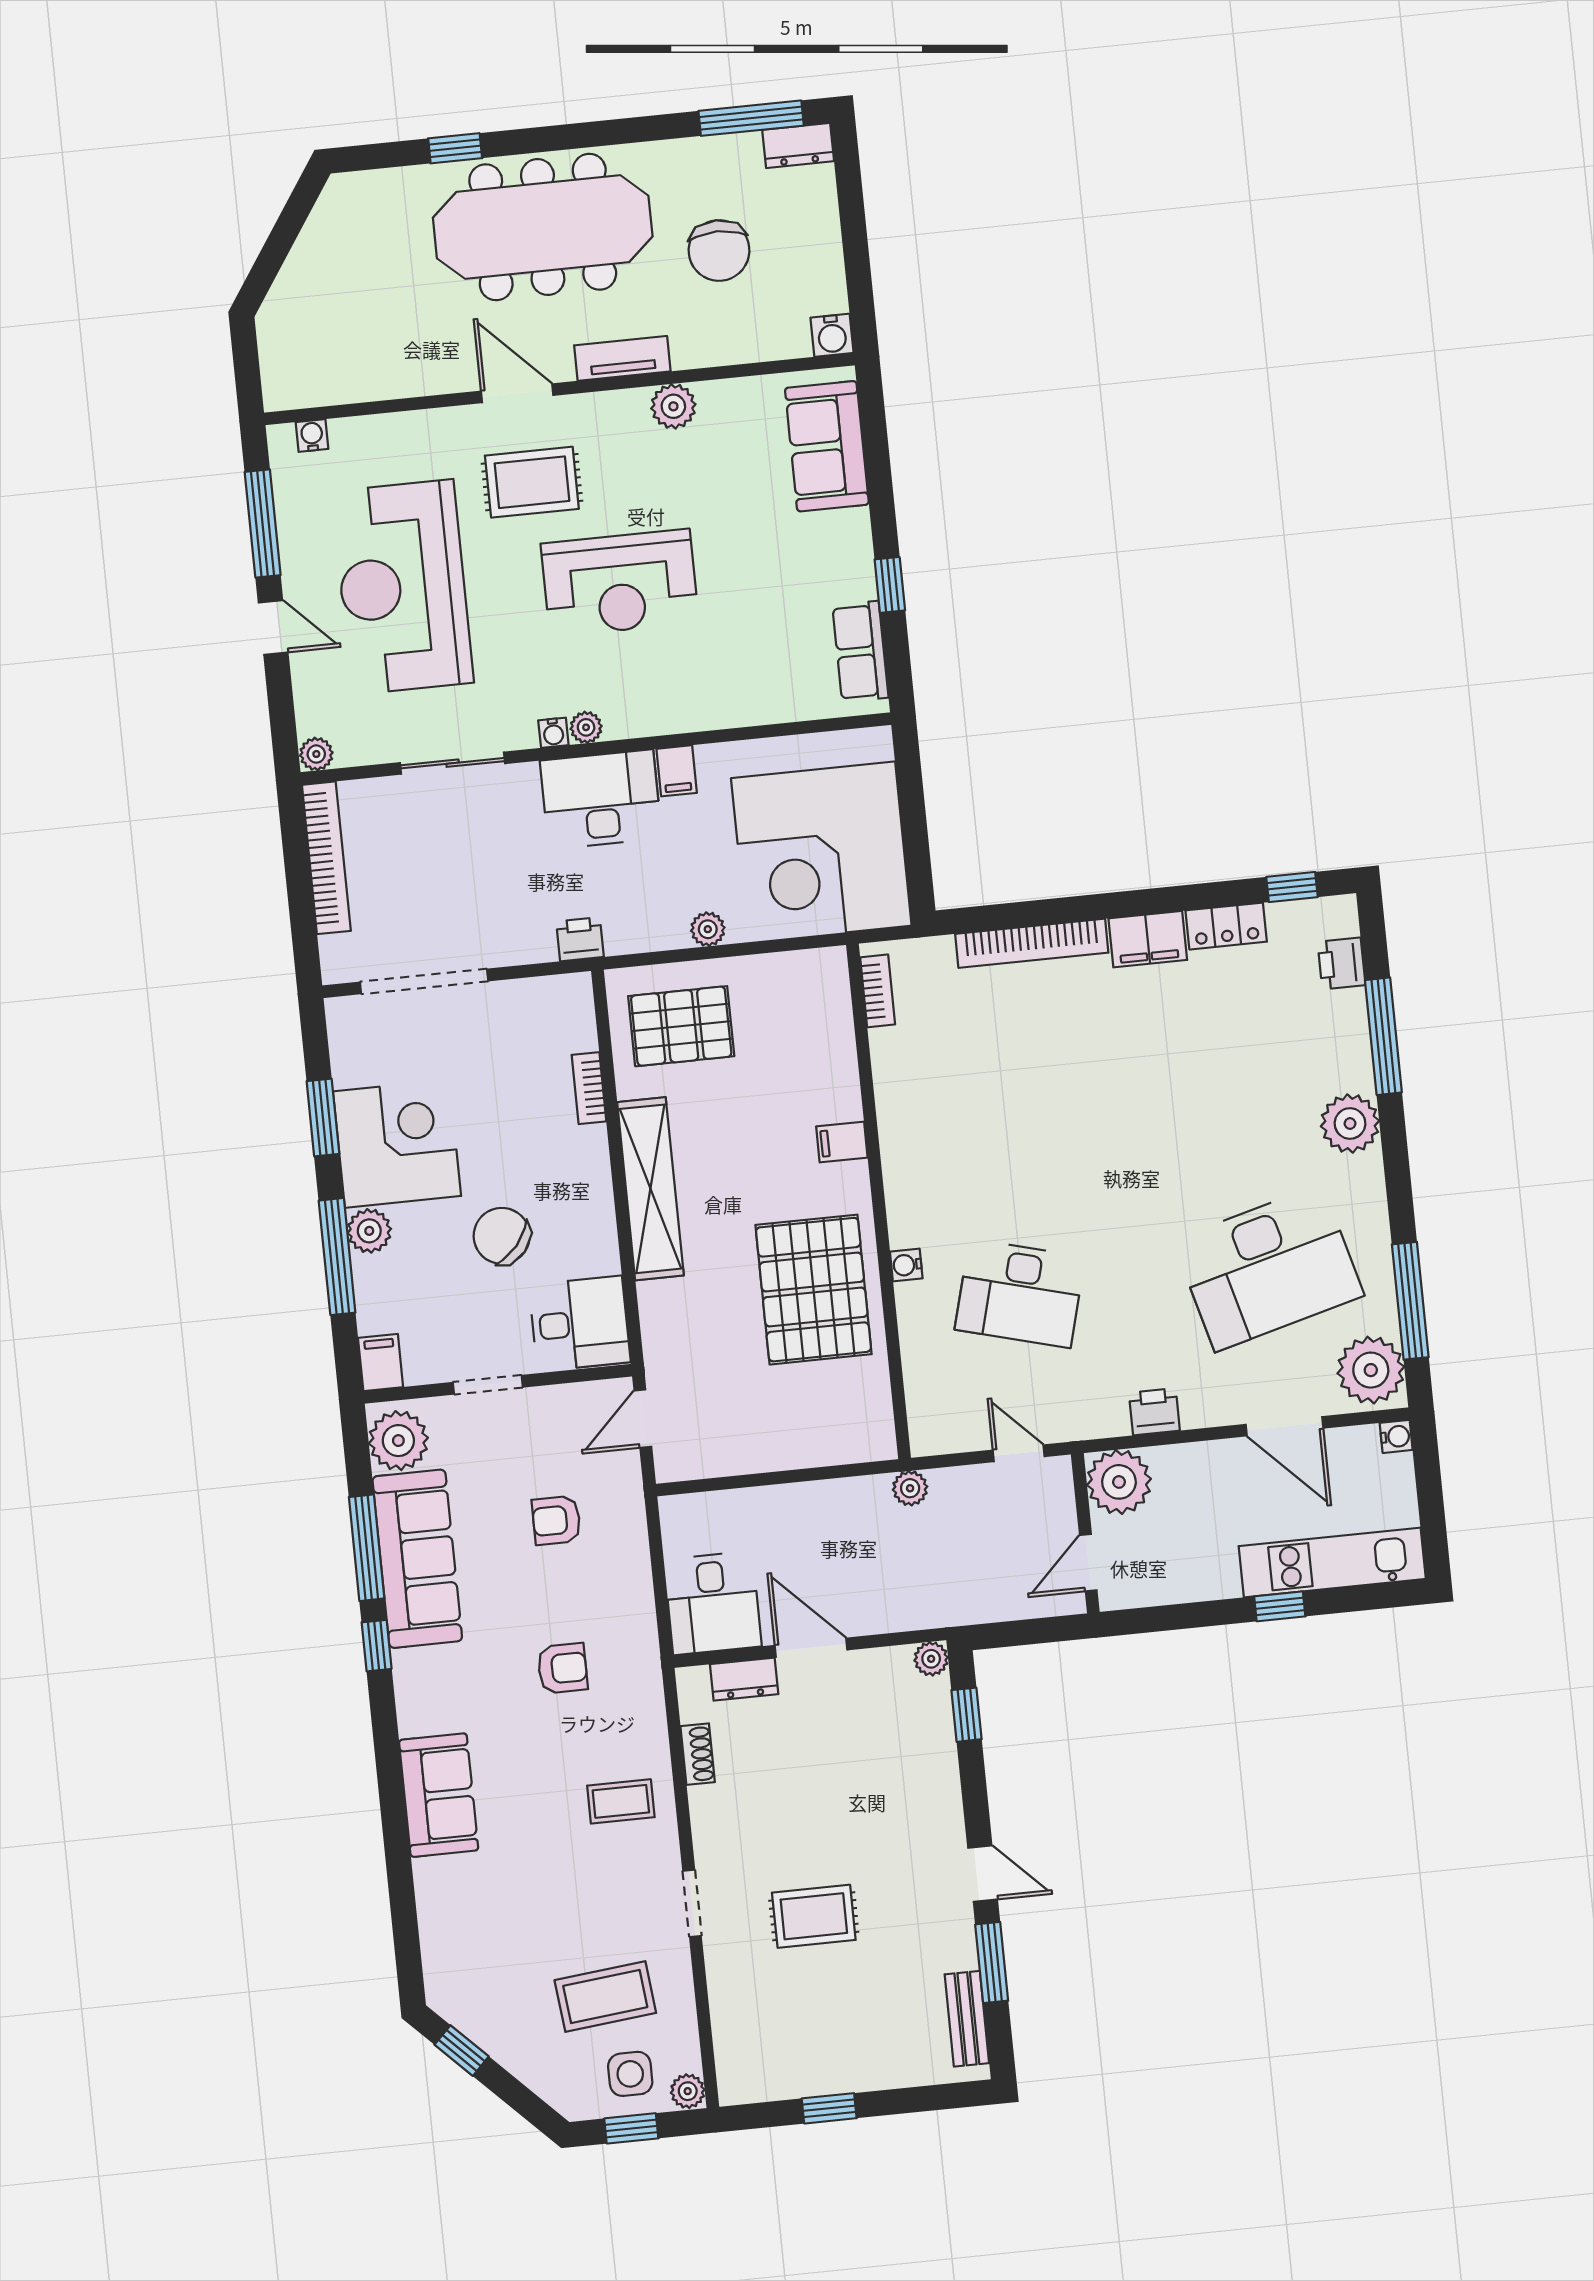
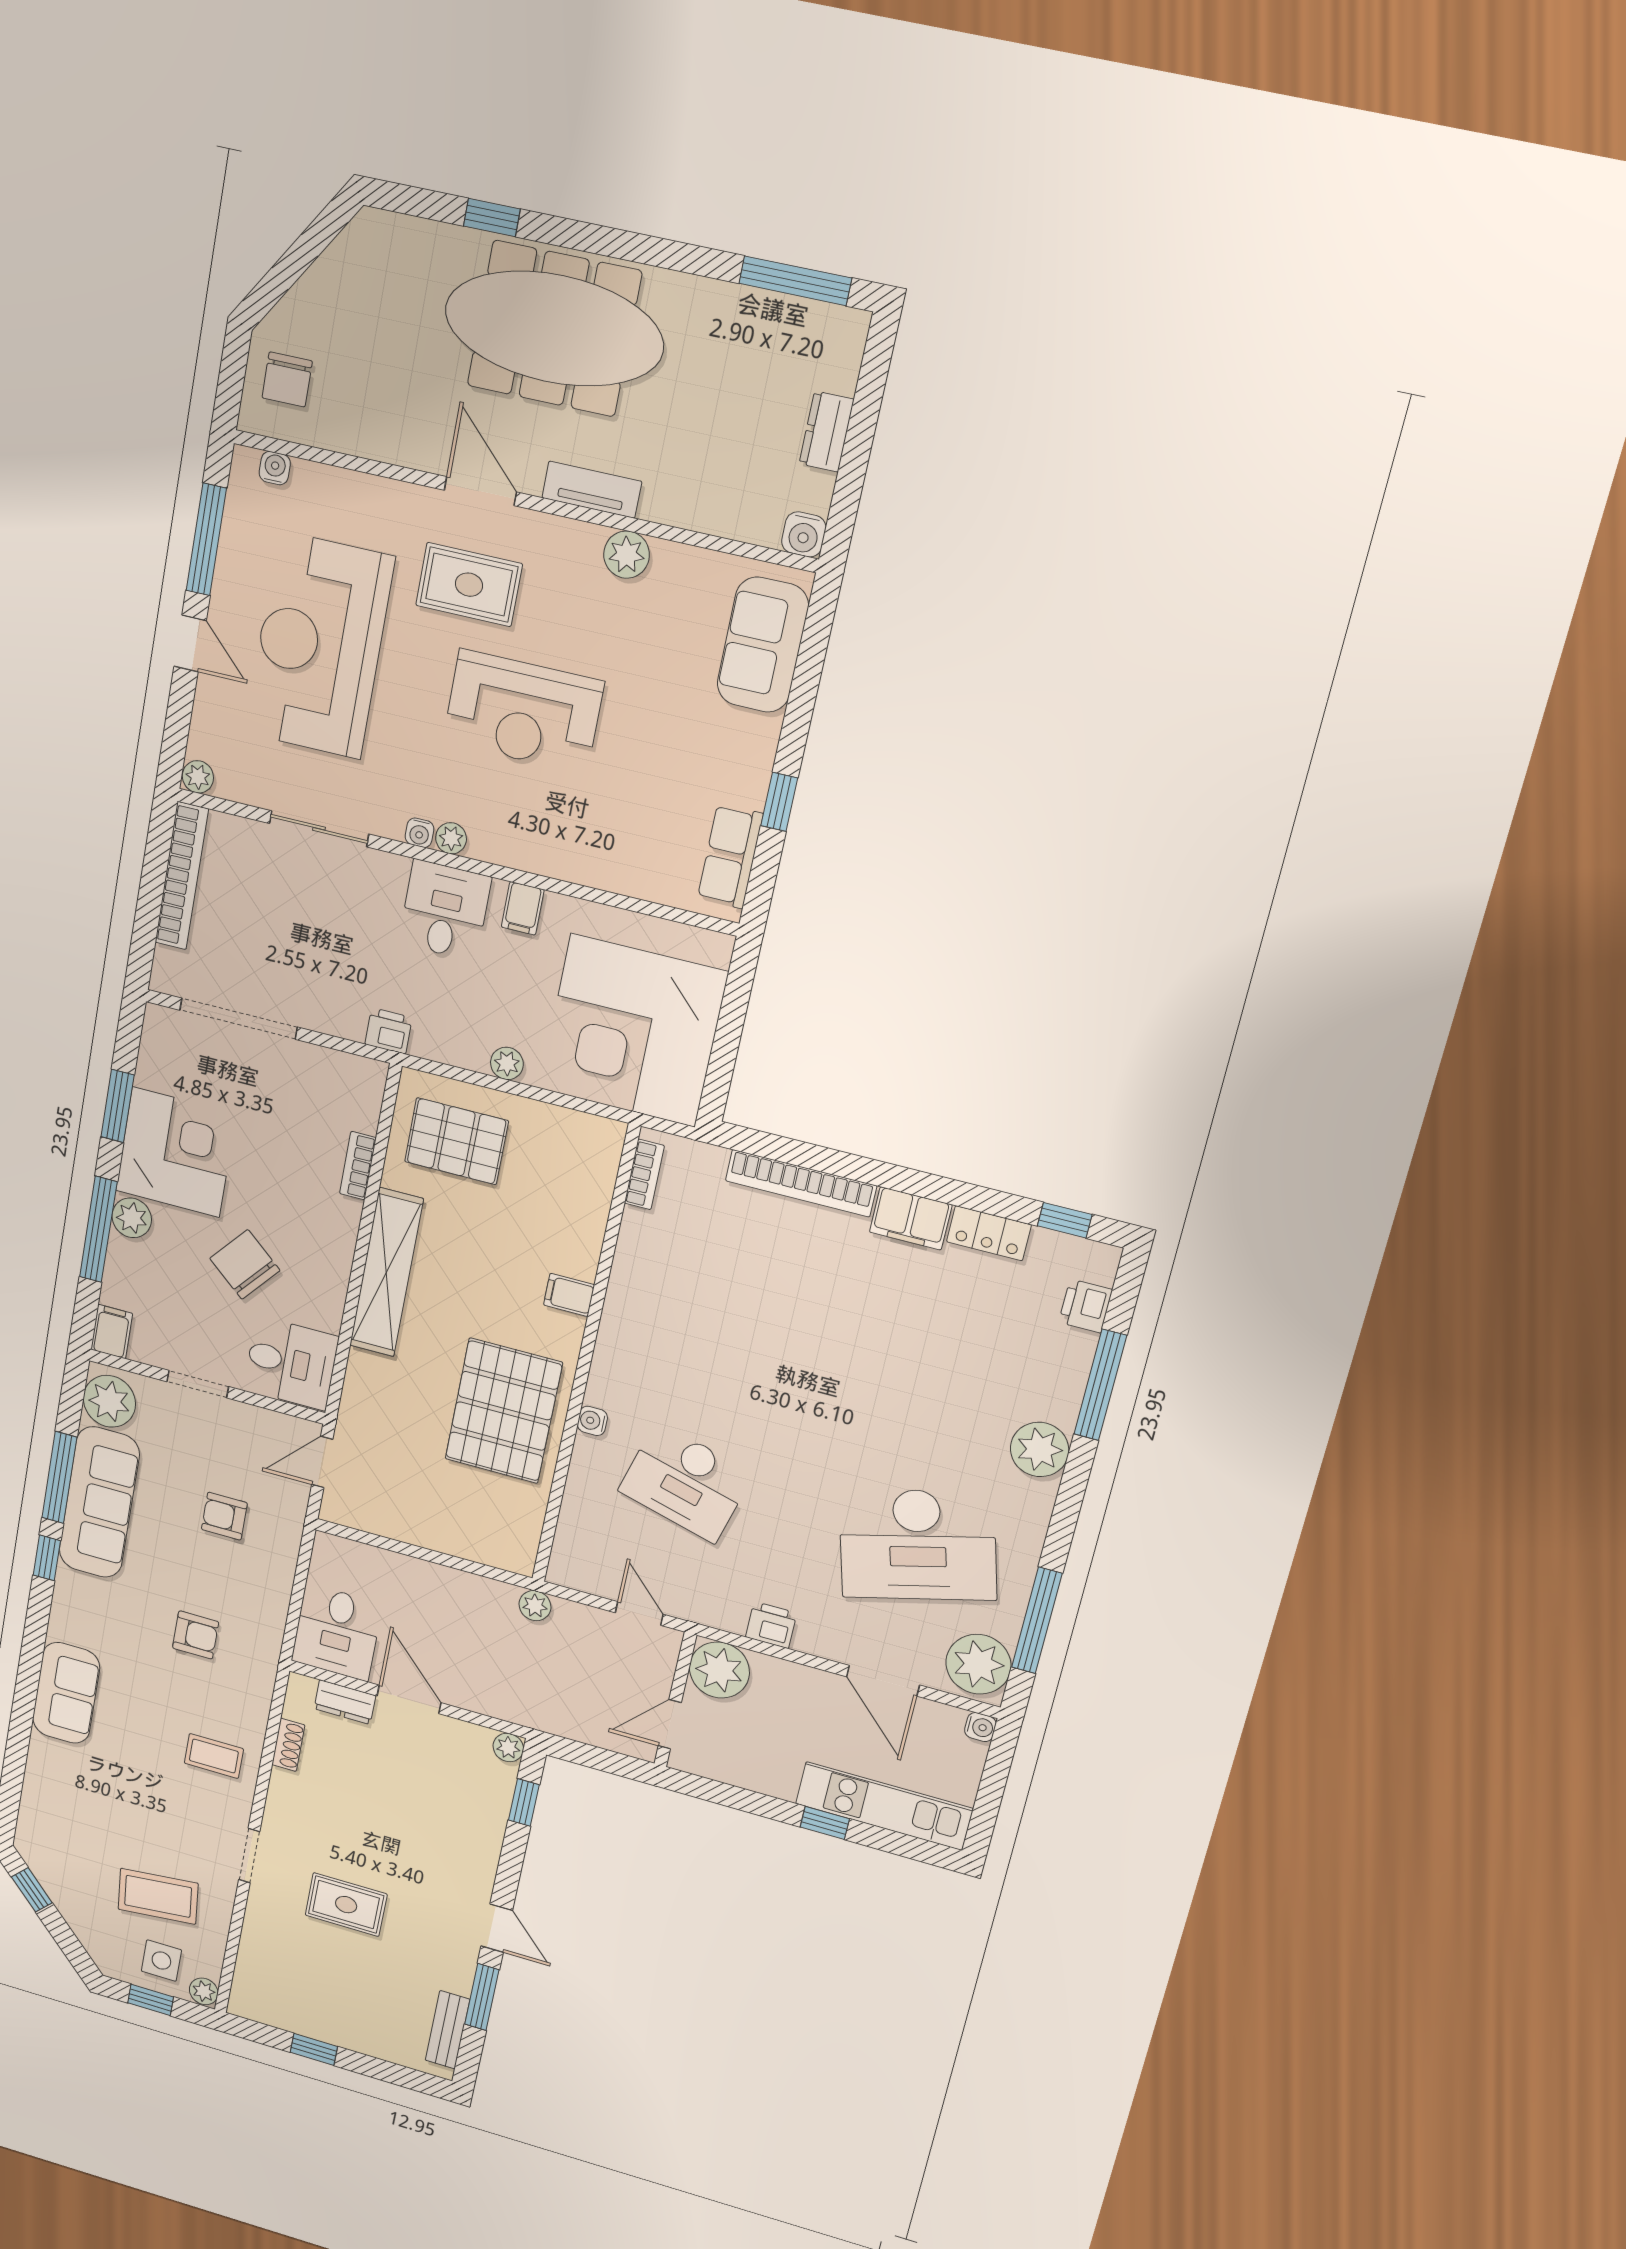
dresser: (798, 145) -> (826, 432), moved, turned 90
chair: (719, 250) -> (287, 379), moved, width x0.73, depth x0.73
desk: (601, 799) -> (445, 910), width x0.73

